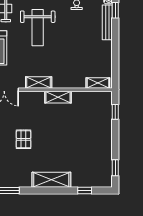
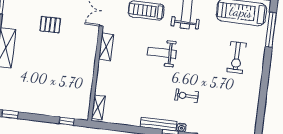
weight bench: (38, 28) -> (162, 53), width x0.73, depth x0.75
shelving: (58, 97) -> (89, 65), removed

